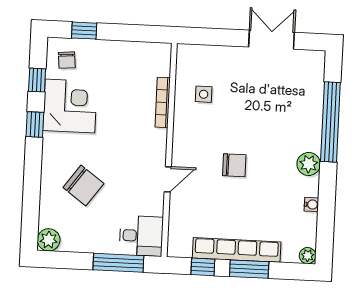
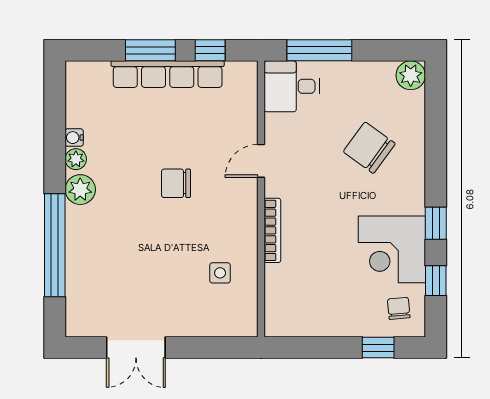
bookcase: (163, 102) -> (272, 230), moved
plant: (308, 256) -> (76, 159), moved

